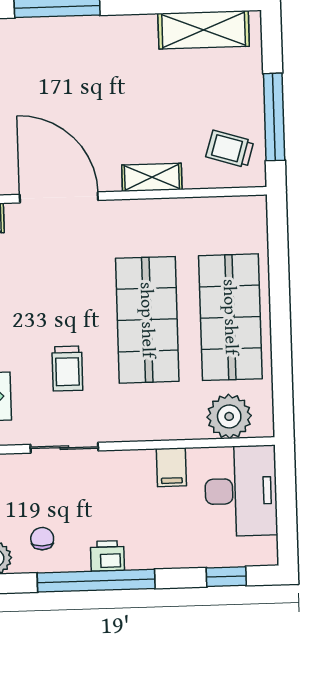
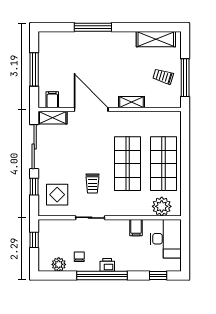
trolley: (230, 149) -> (163, 76), moved

